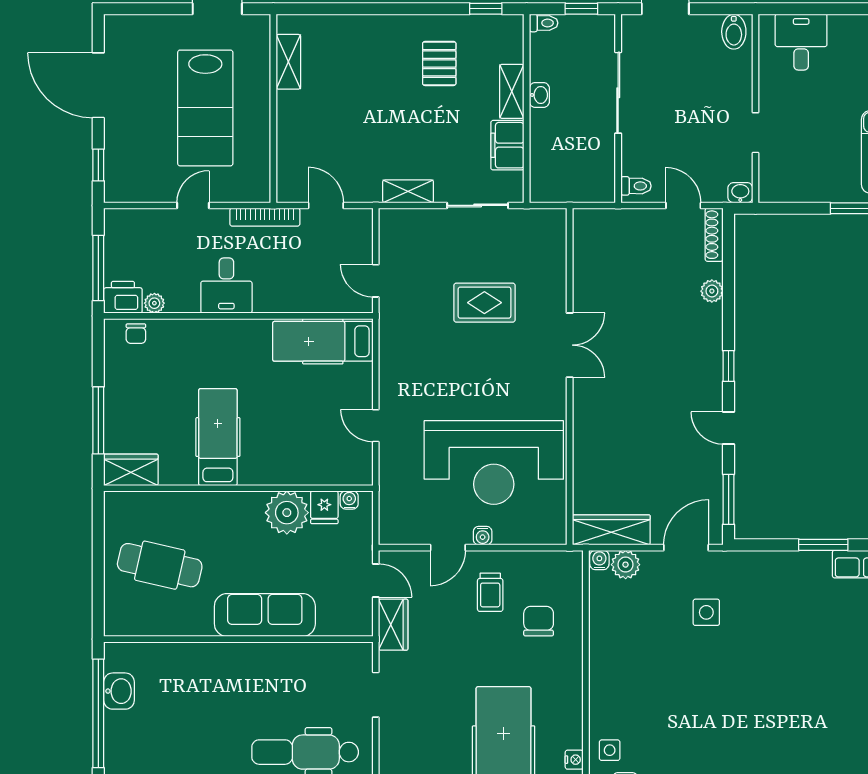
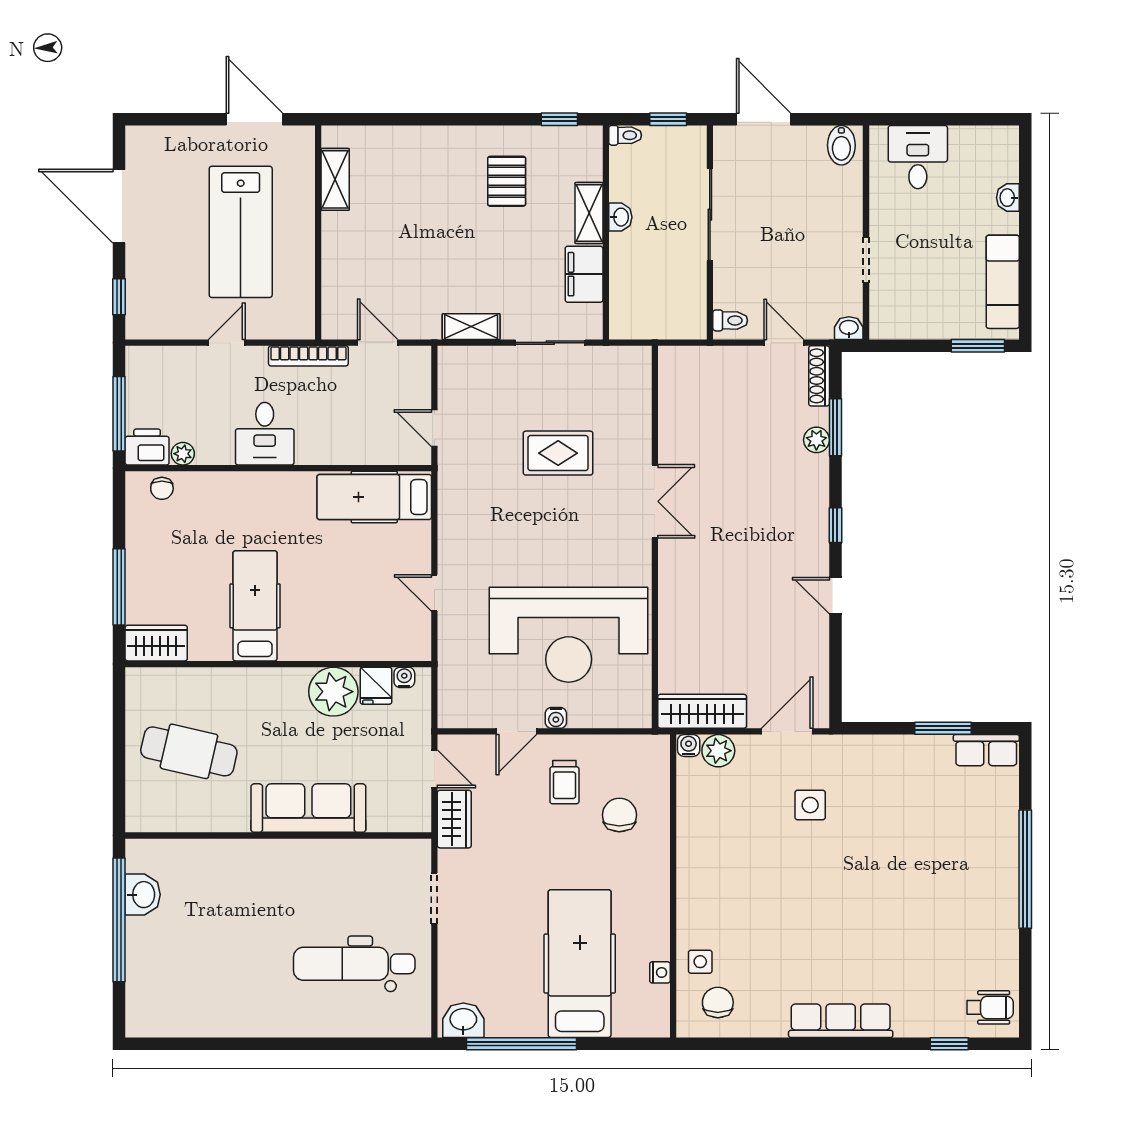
window: (729, 499) -> (835, 427), moved

